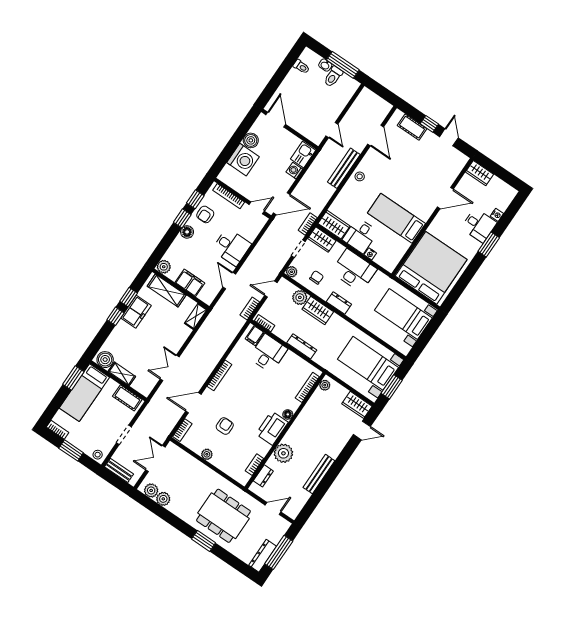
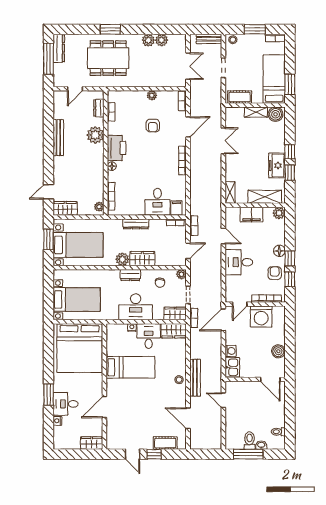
washing machine: (243, 160) -> (261, 317), moved, turned -90
plant: (300, 297) -> (122, 259), moved
plant: (151, 490) -> (148, 40), moved

